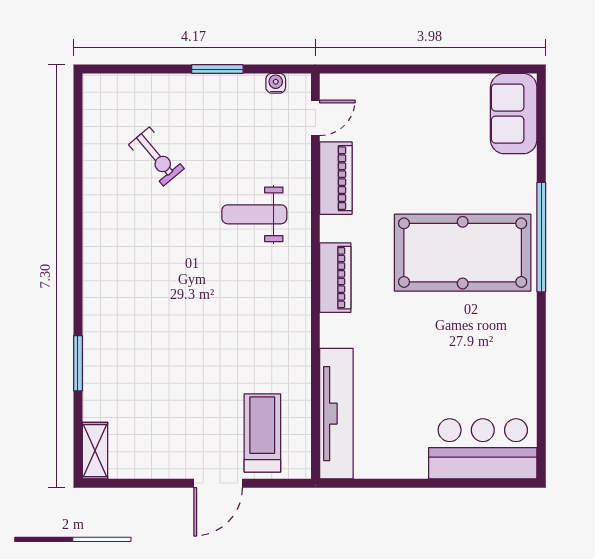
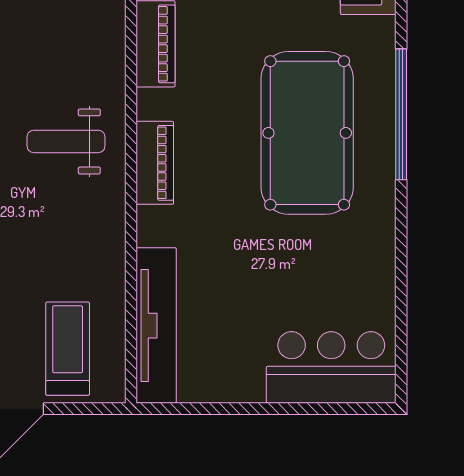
weight bench: (254, 214) -> (66, 141), moved
pool table: (463, 253) -> (307, 133), turned 90

